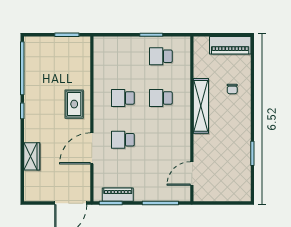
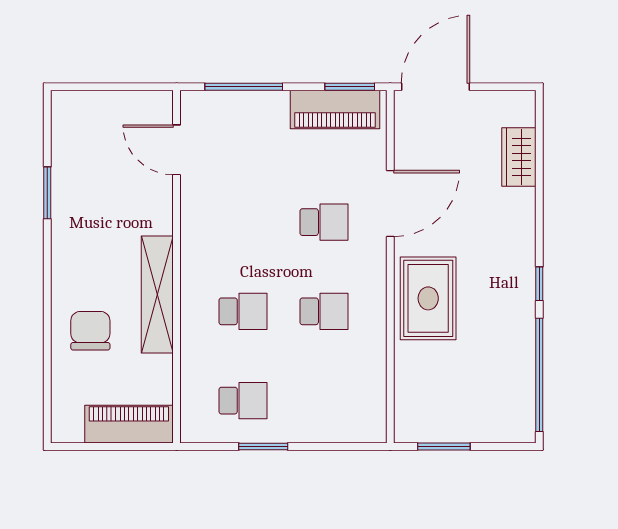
piano: (230, 45) -> (129, 424), moved
chair: (232, 89) -> (90, 331), width x1.87, depth x1.87
rug: (74, 104) -> (428, 298), width x1.36, depth x1.43
wardrobe: (32, 156) -> (519, 157), moved
door: (192, 174) -> (177, 150), swing flipped
piano: (118, 195) -> (335, 110), width x1.37, depth x1.33

